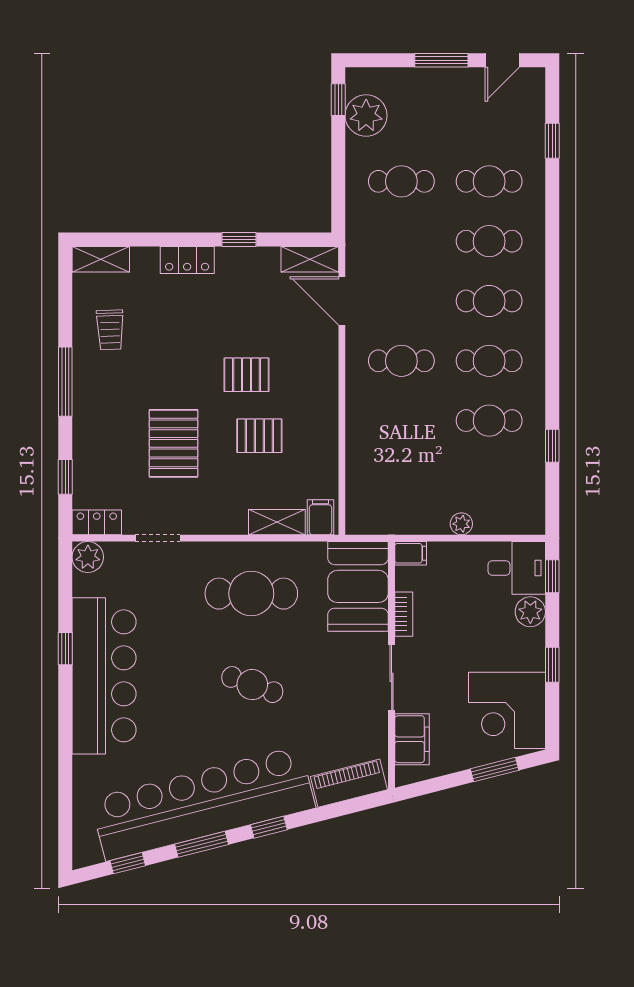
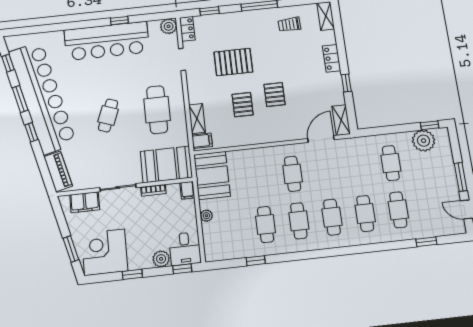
booth: (388, 506) -> (212, 175), added

